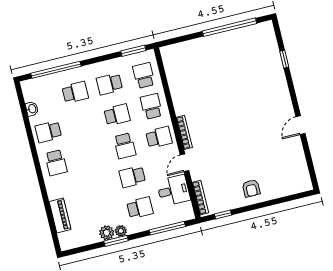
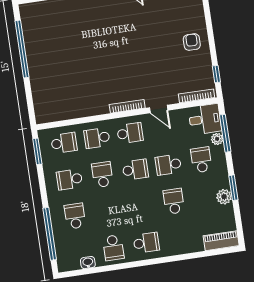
school desk: (144, 75) -> (64, 143), turned 180
school desk: (109, 84) -> (69, 179), turned 90
school desk: (159, 137) -> (130, 133), turned 90
school desk: (132, 177) -> (168, 165), turned 90
school desk: (98, 185) -> (174, 201), added
armchair: (251, 188) -> (192, 42), turned -90
desk: (173, 190) -> (205, 119), moved, turned 90
piano: (60, 215) -> (221, 241), moved
plant: (121, 231) -> (217, 139), moved

